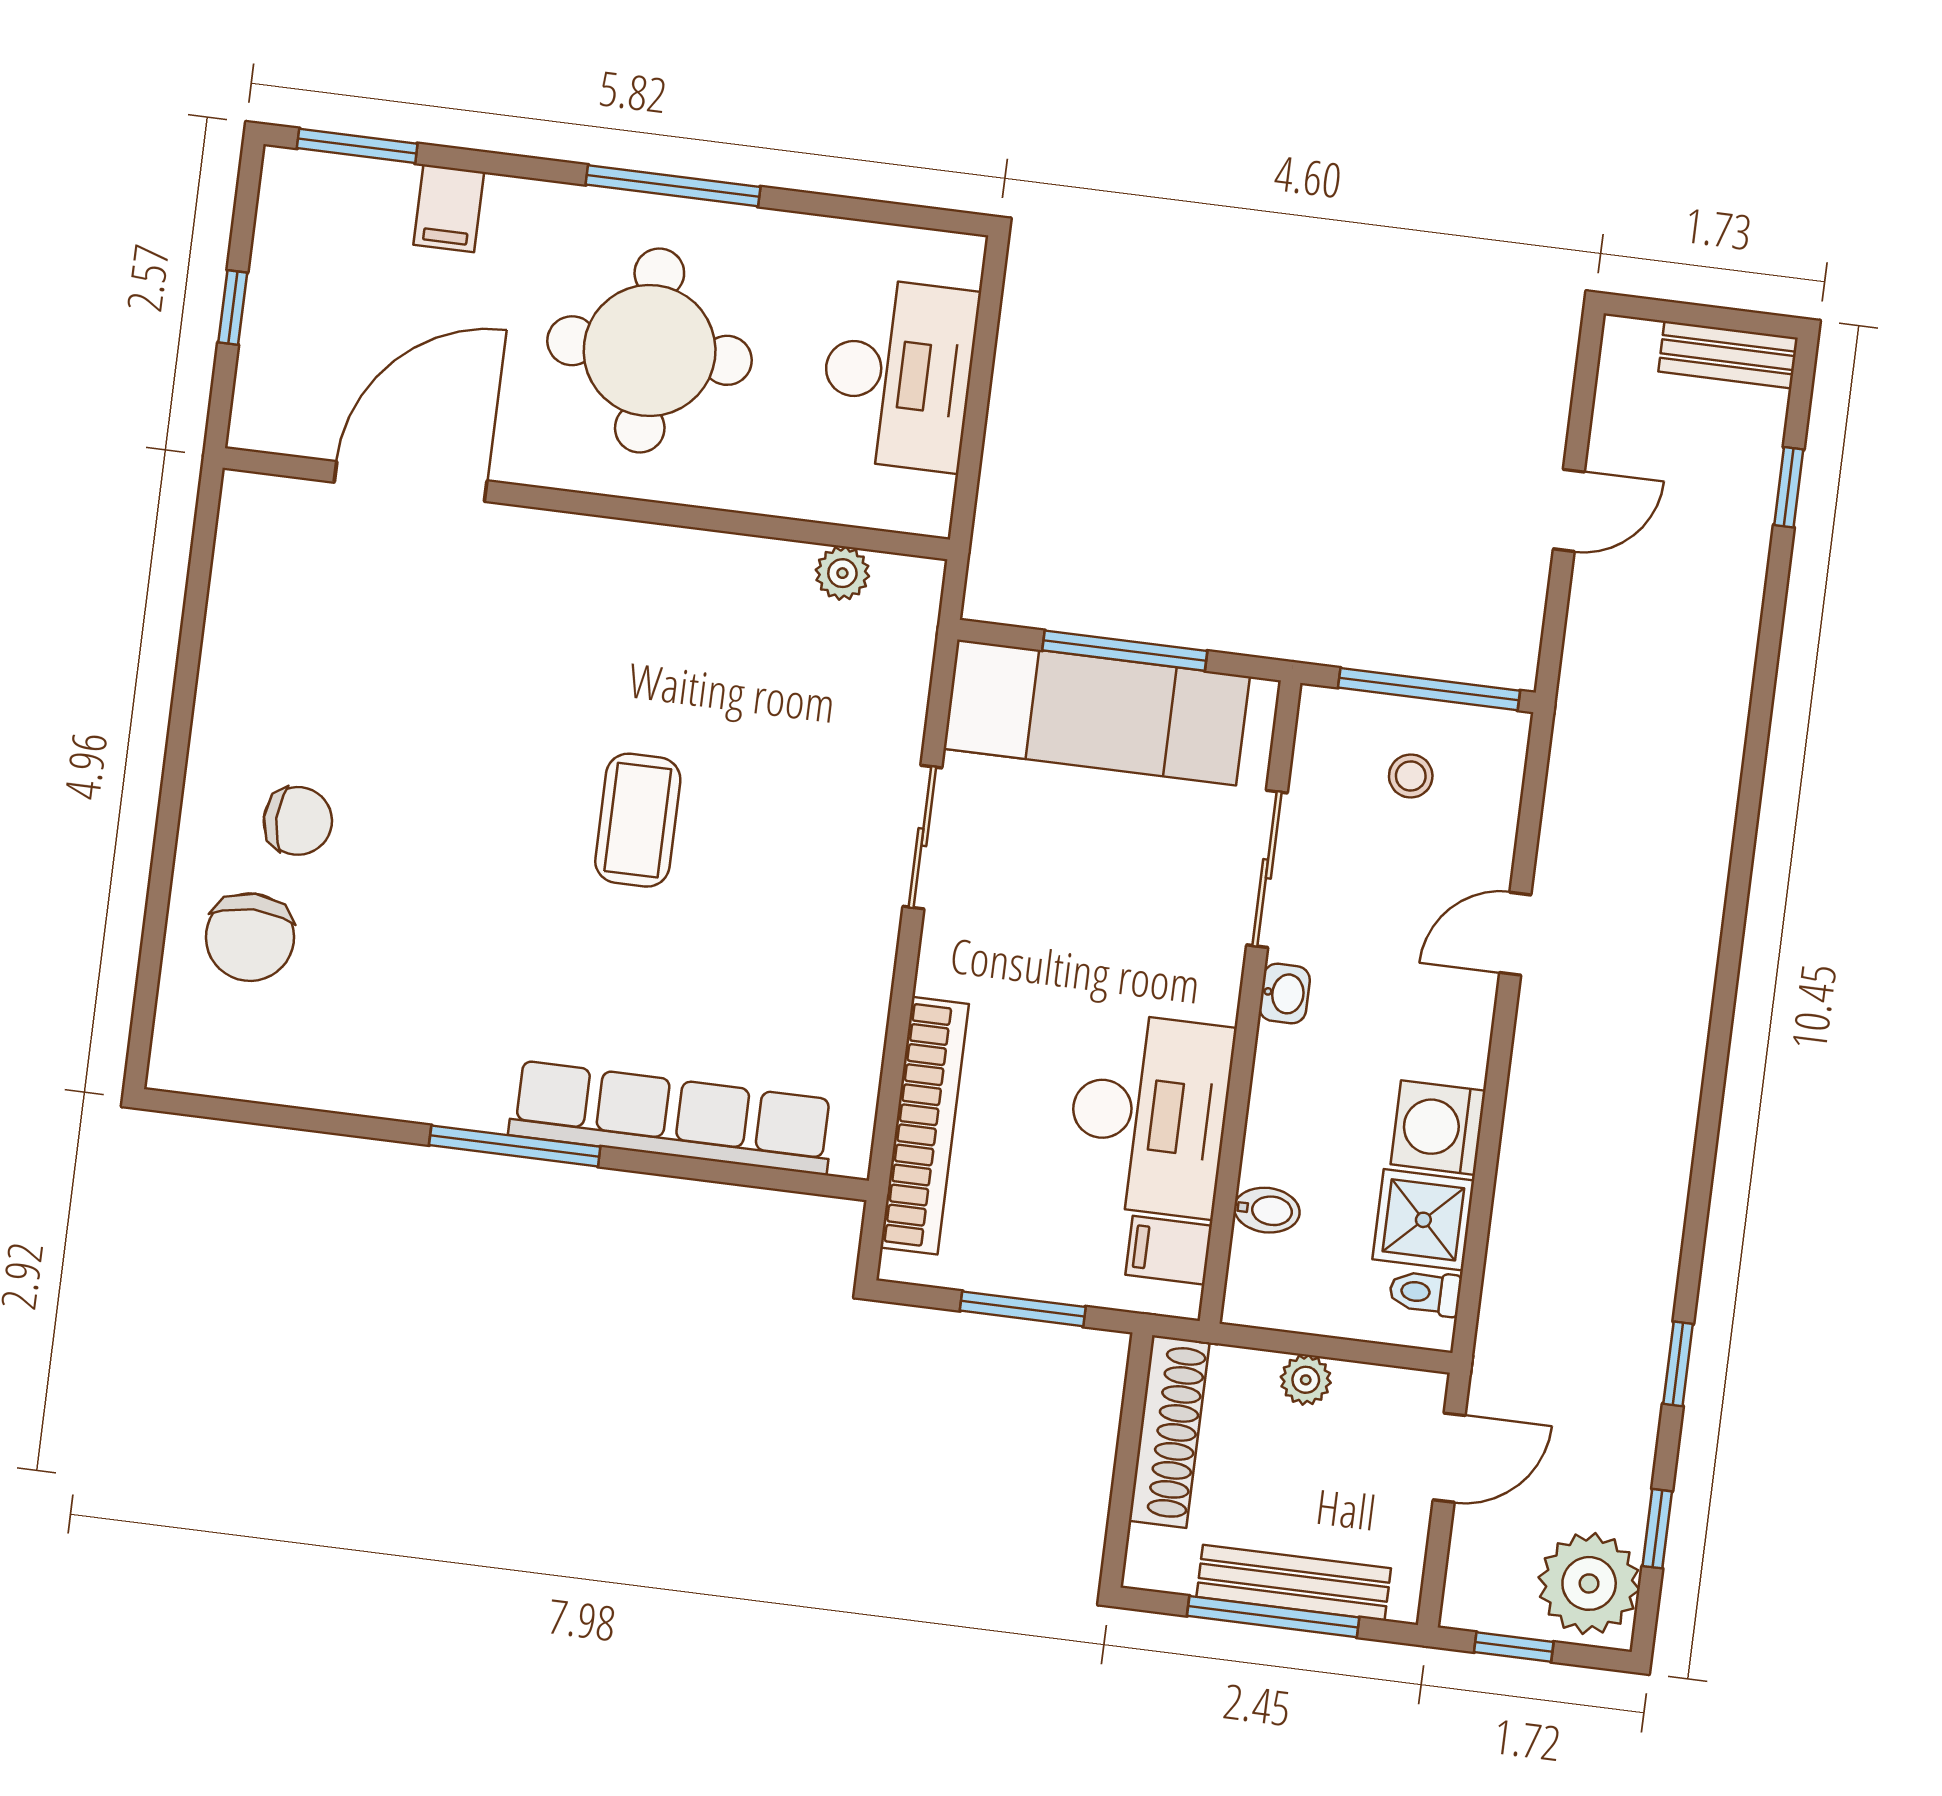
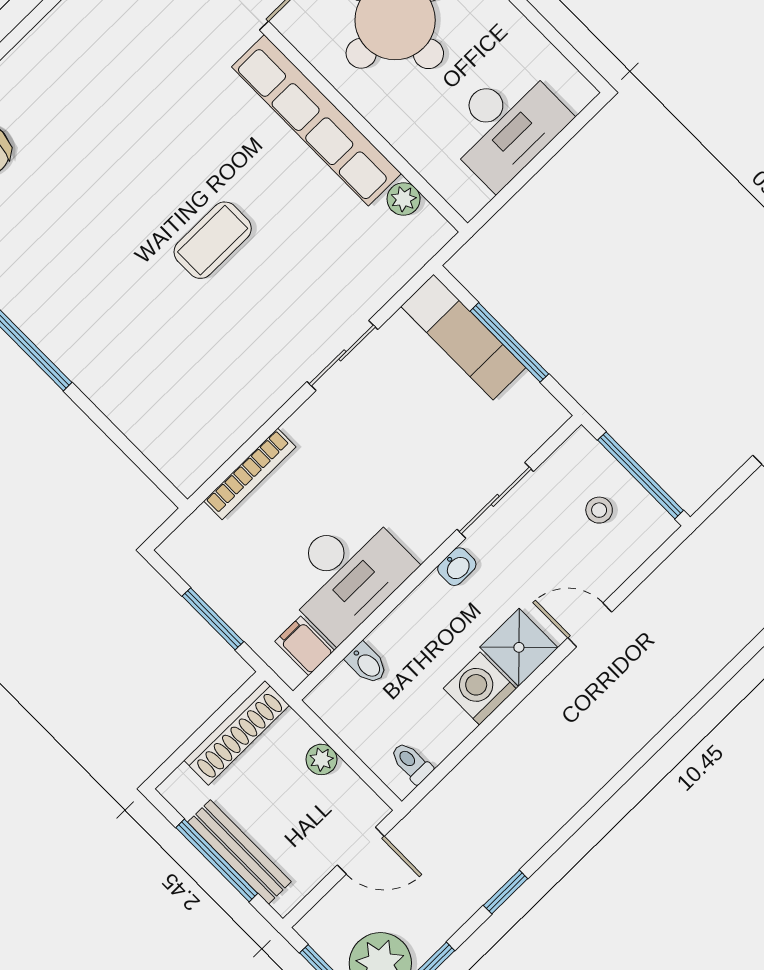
exam couch: (1097, 713) -> (463, 337), width x0.73, depth x0.69
chair: (298, 821) -> (50, 113), removed
row of seats: (672, 1118) -> (316, 120), moved, turned 180
bookcase: (925, 1126) -> (250, 474), width x0.68, depth x0.76
shower: (1423, 1220) -> (519, 647), moved

